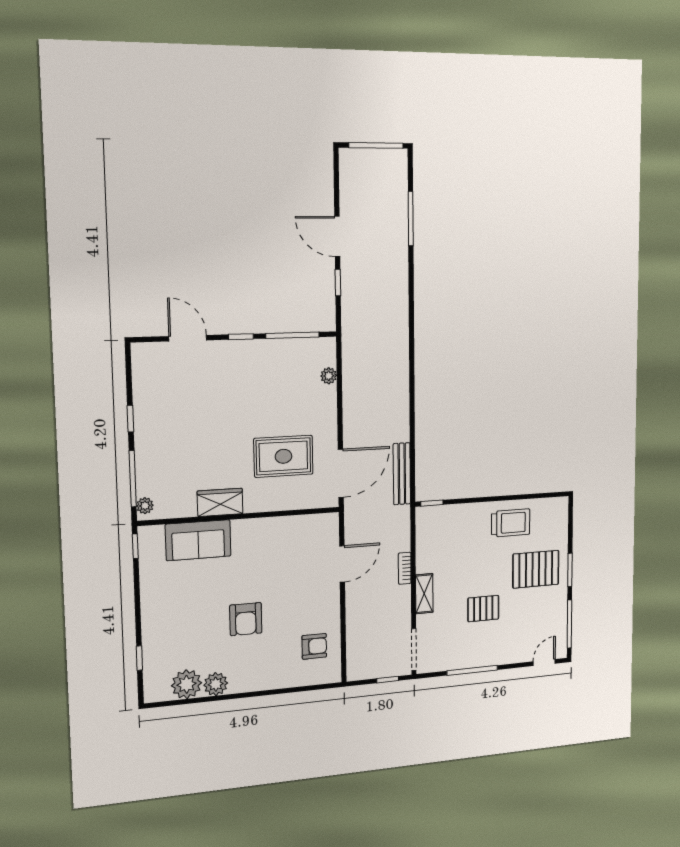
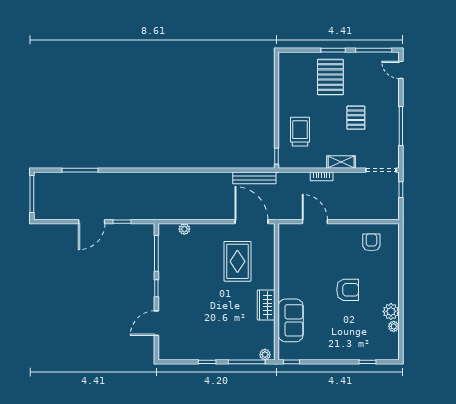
trolley: (511, 523) -> (300, 132), moved
plant: (187, 684) -> (394, 326), width x0.53, depth x0.53

